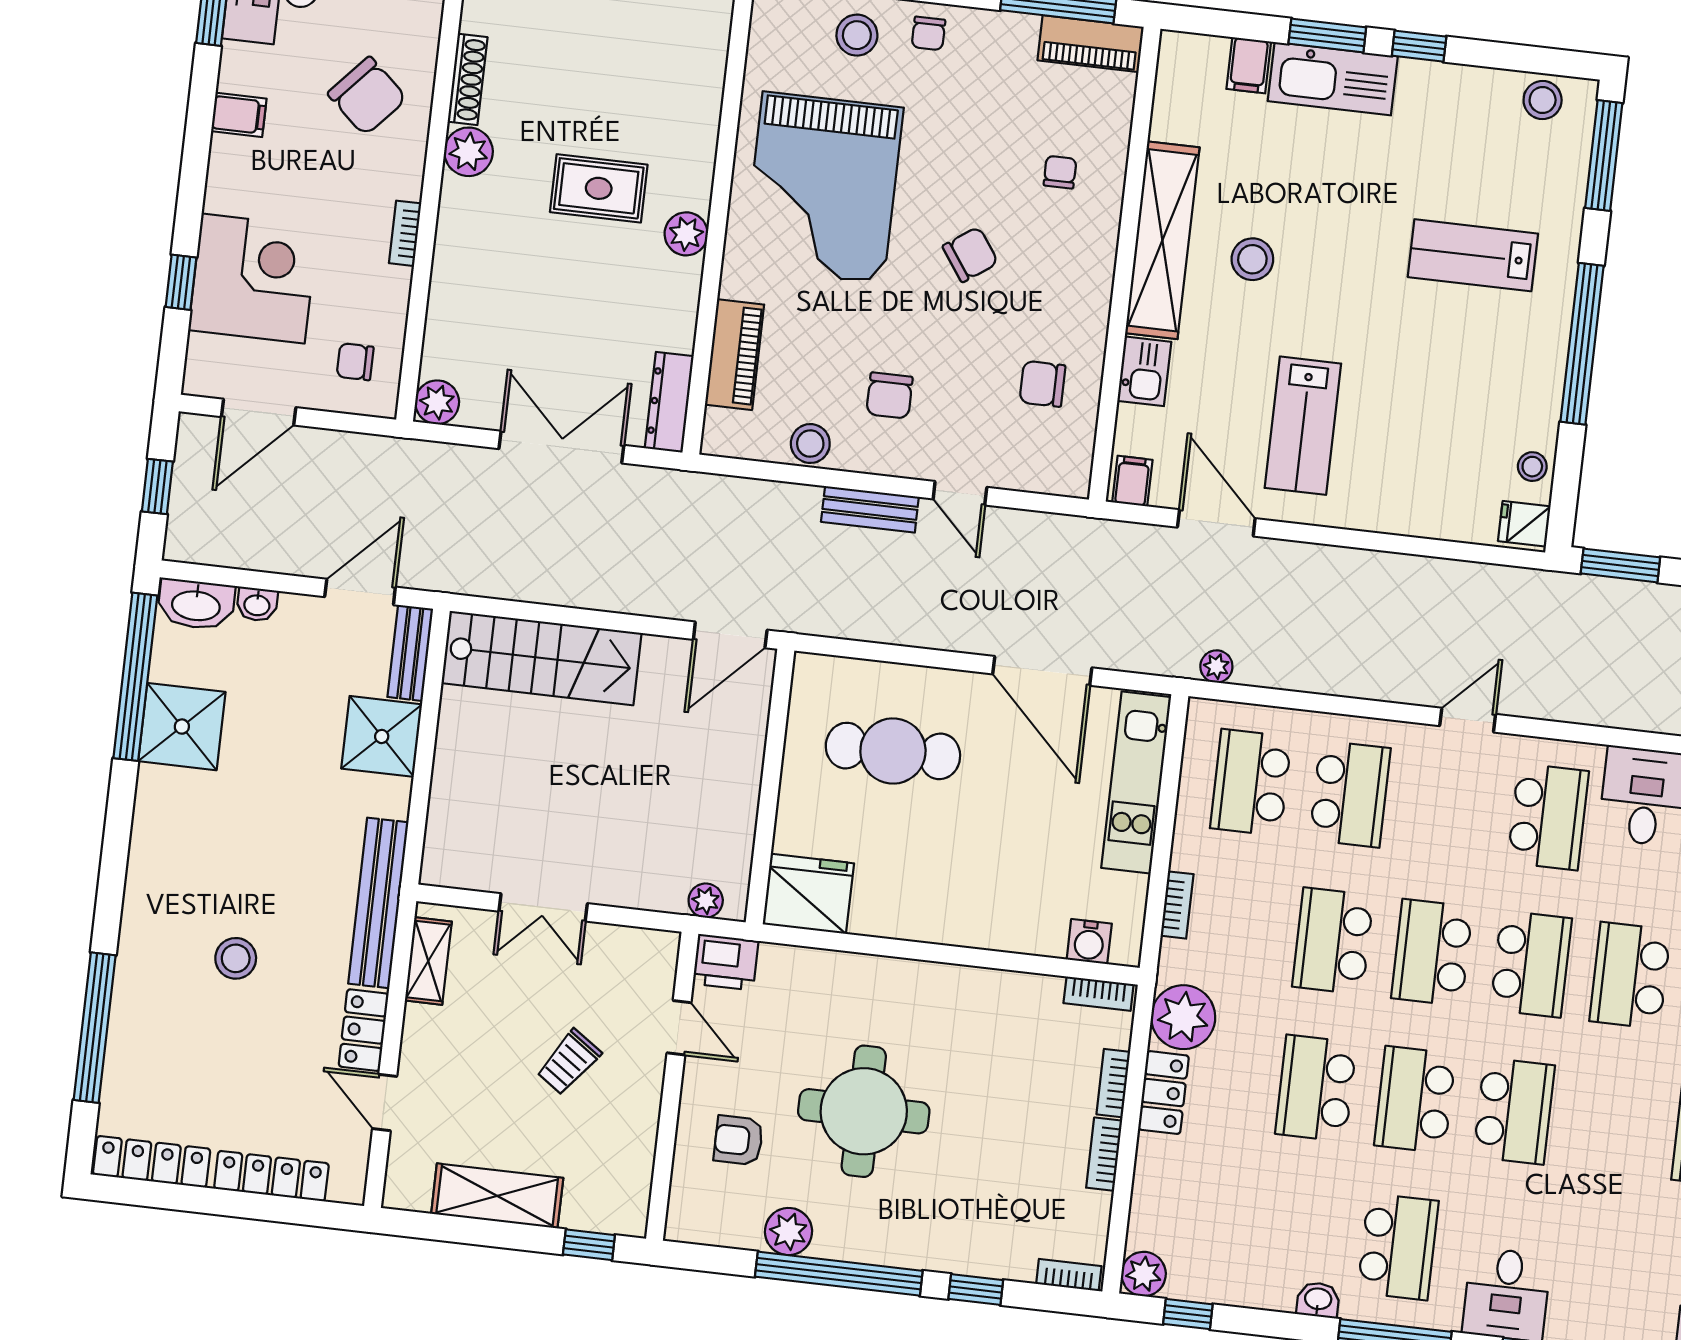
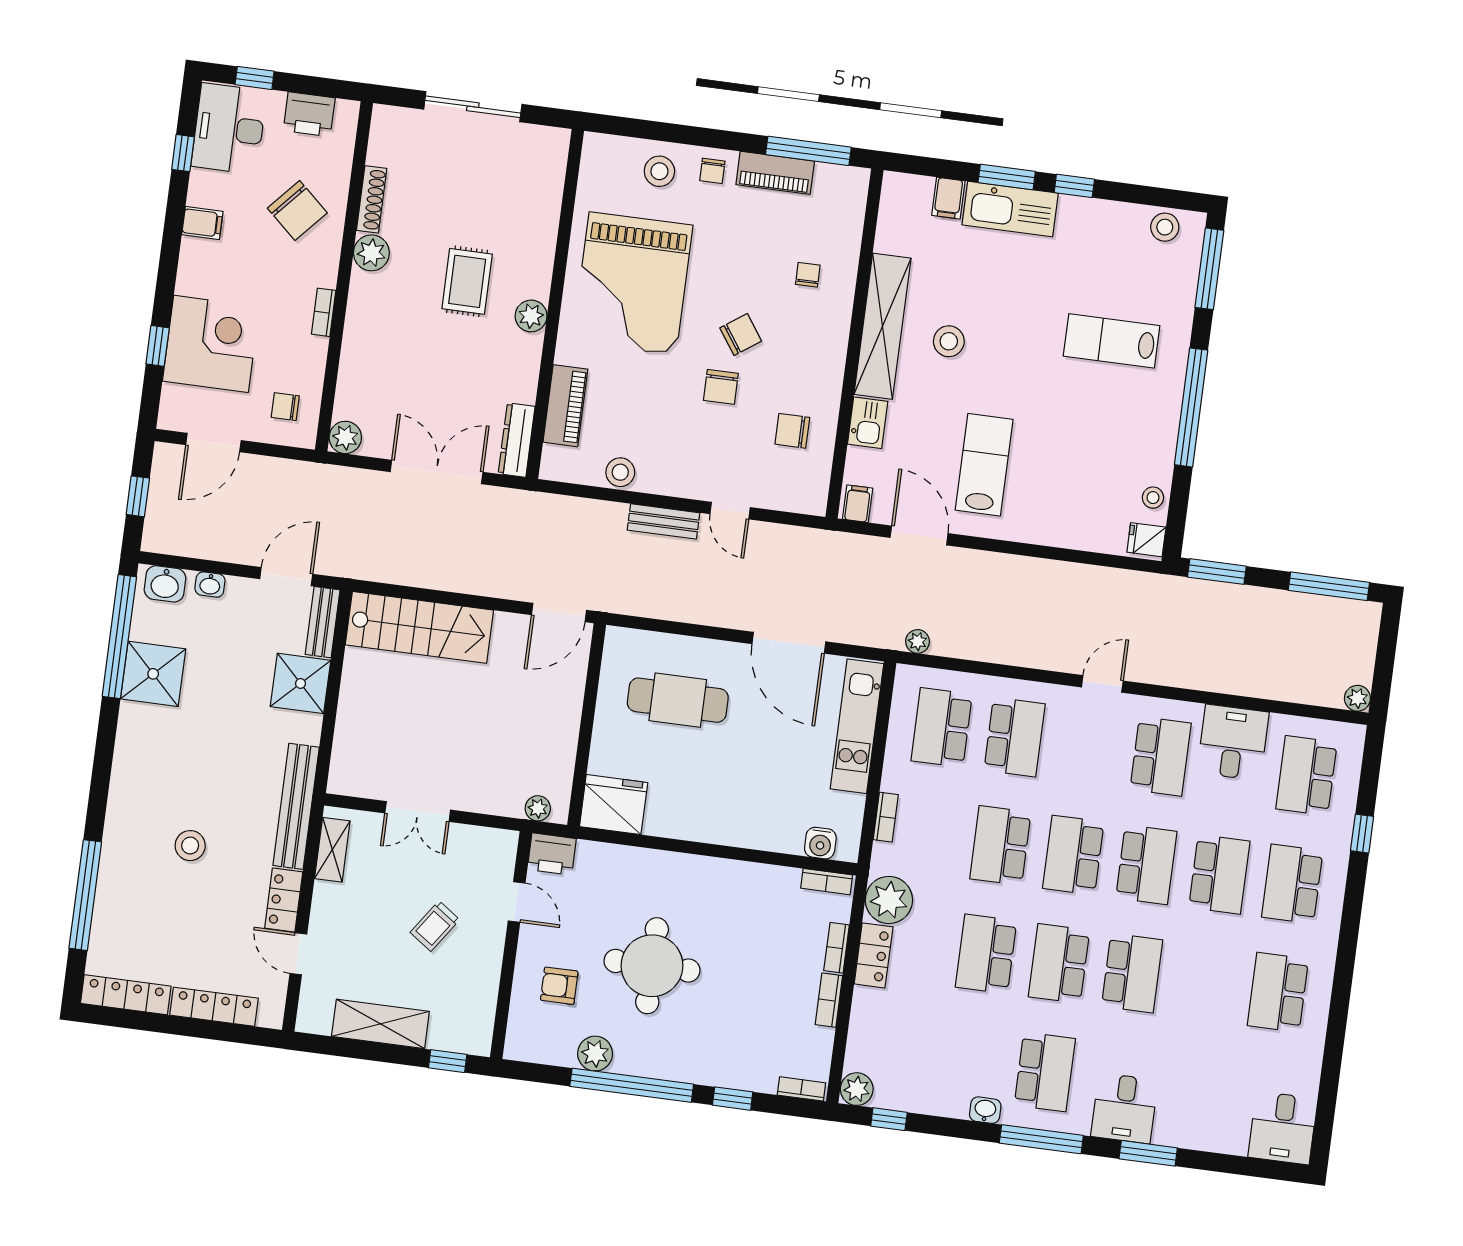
piano: (1091, 44) -> (775, 173), moved
rug: (599, 188) -> (467, 281), turned 90
chair: (890, 395) -> (721, 387), moved
lab bench: (1303, 426) -> (984, 465), turned 180
washbasin: (196, 604) -> (165, 584), width x0.72
school desk: (1630, 975) -> (1219, 874), turned 180

